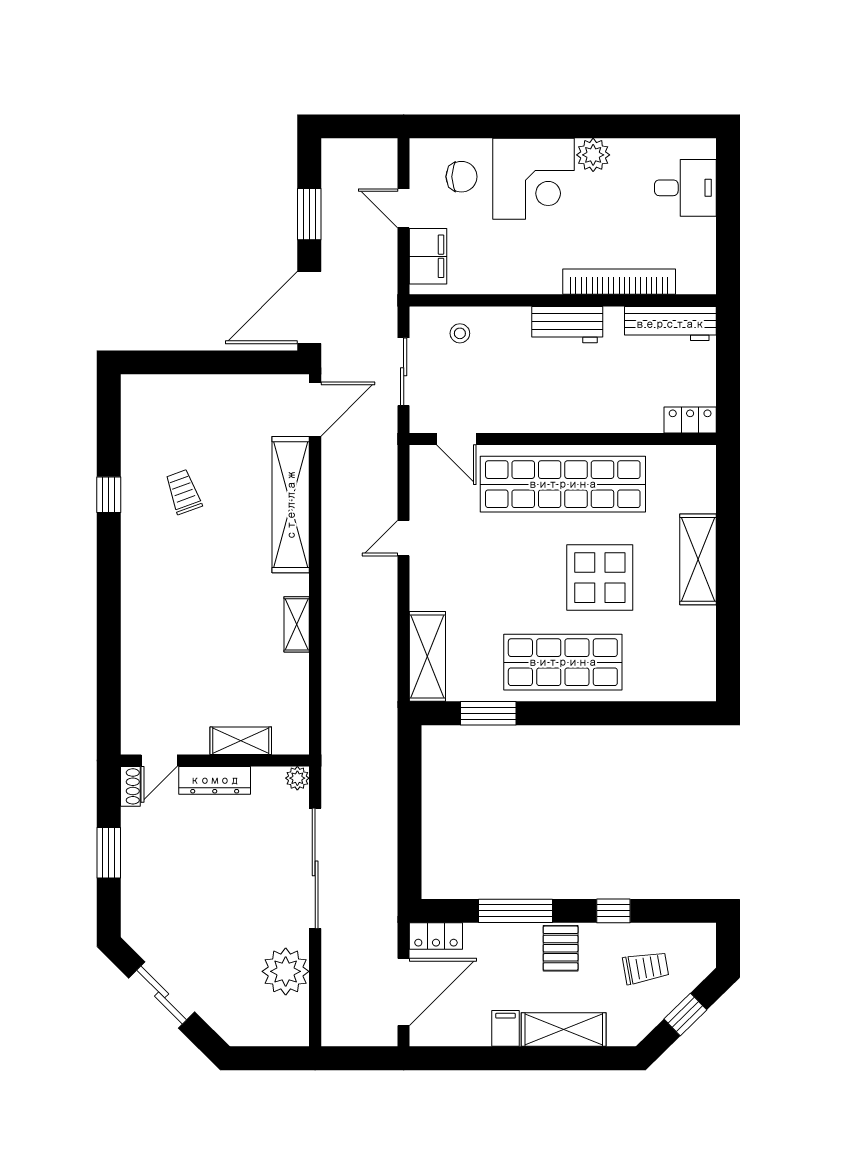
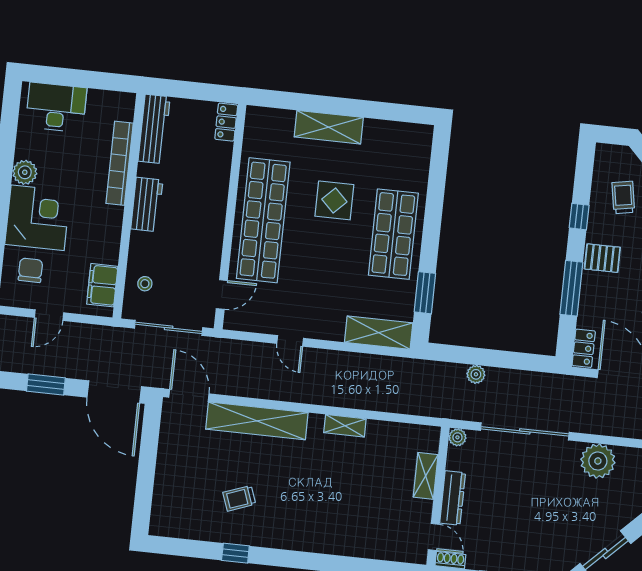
desk: (685, 188) -> (56, 107), width x1.37
filing cabinet: (428, 256) -> (102, 285), moved, turned -90
sliding door: (404, 372) -> (169, 328), width x1.37
display table: (600, 578) -> (334, 200), width x0.73, depth x0.73
plant: (385, 794) -> (476, 374), added

